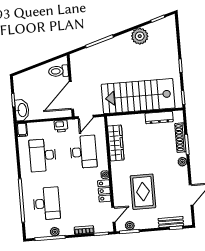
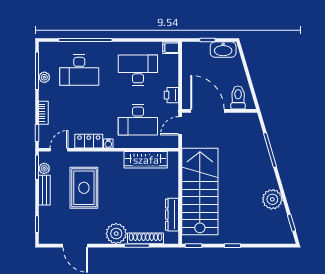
washbasin: (22, 110) -> (223, 50), moved
door: (86, 117) -> (180, 126), hinge flipped
plant: (182, 162) -> (116, 234), width x1.88, depth x1.88
rug: (143, 192) -> (84, 188), turned 90
door: (113, 215) -> (59, 150), swing flipped
bench: (171, 222) -> (44, 190), moved

